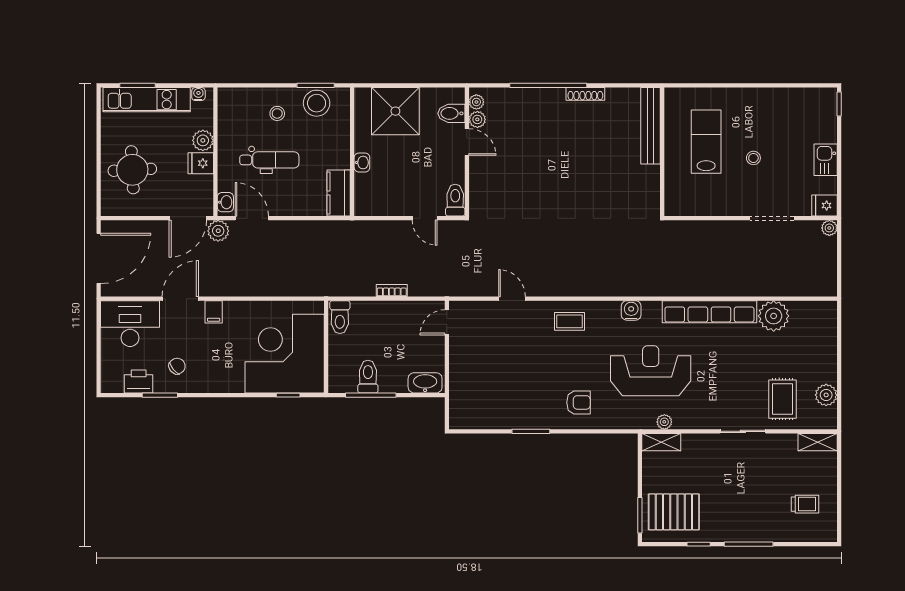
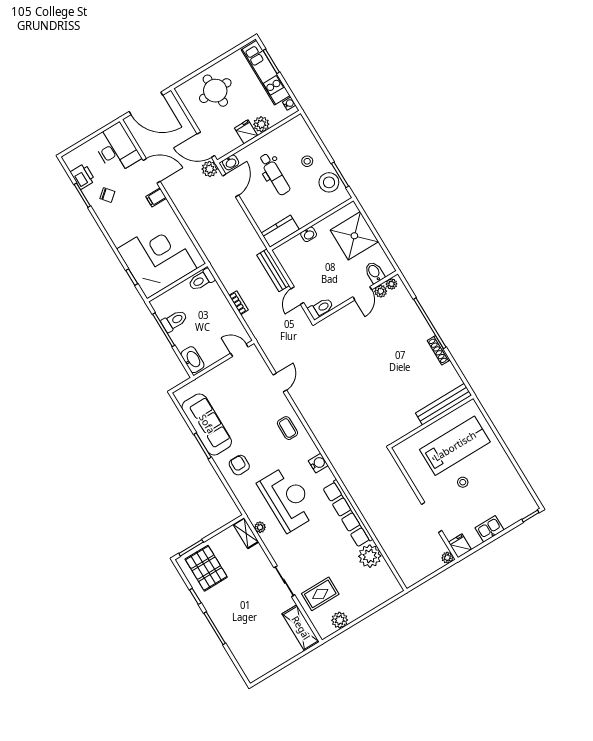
lab bench: (706, 142) -> (455, 446), width x1.36, depth x1.39
bench: (379, 228) -> (273, 270), added
armchair: (579, 402) -> (239, 465), turned 180
sofa: (509, 412) -> (207, 424), added
shelving: (818, 442) -> (301, 628), width x1.50, depth x1.33
trolley: (805, 504) -> (262, 649), removed

